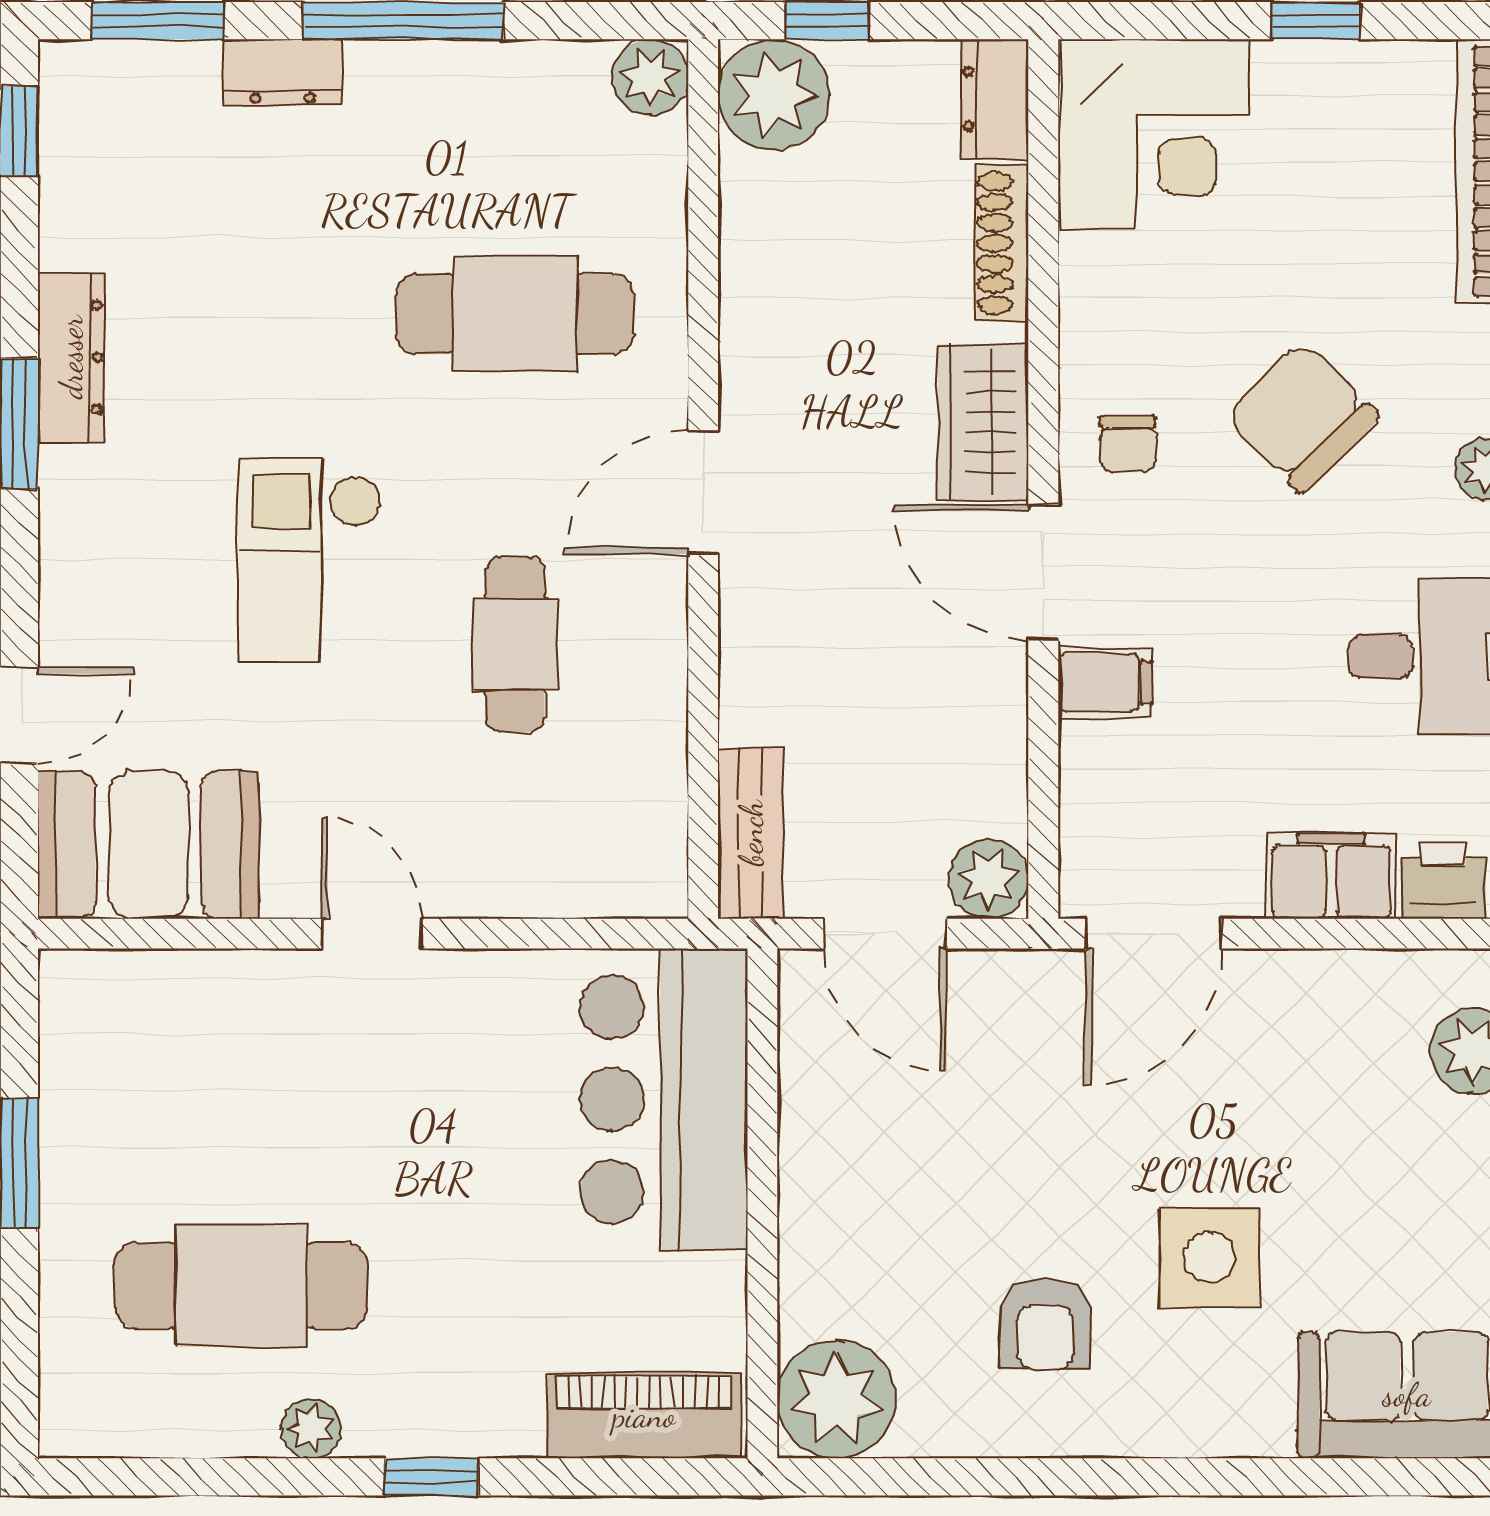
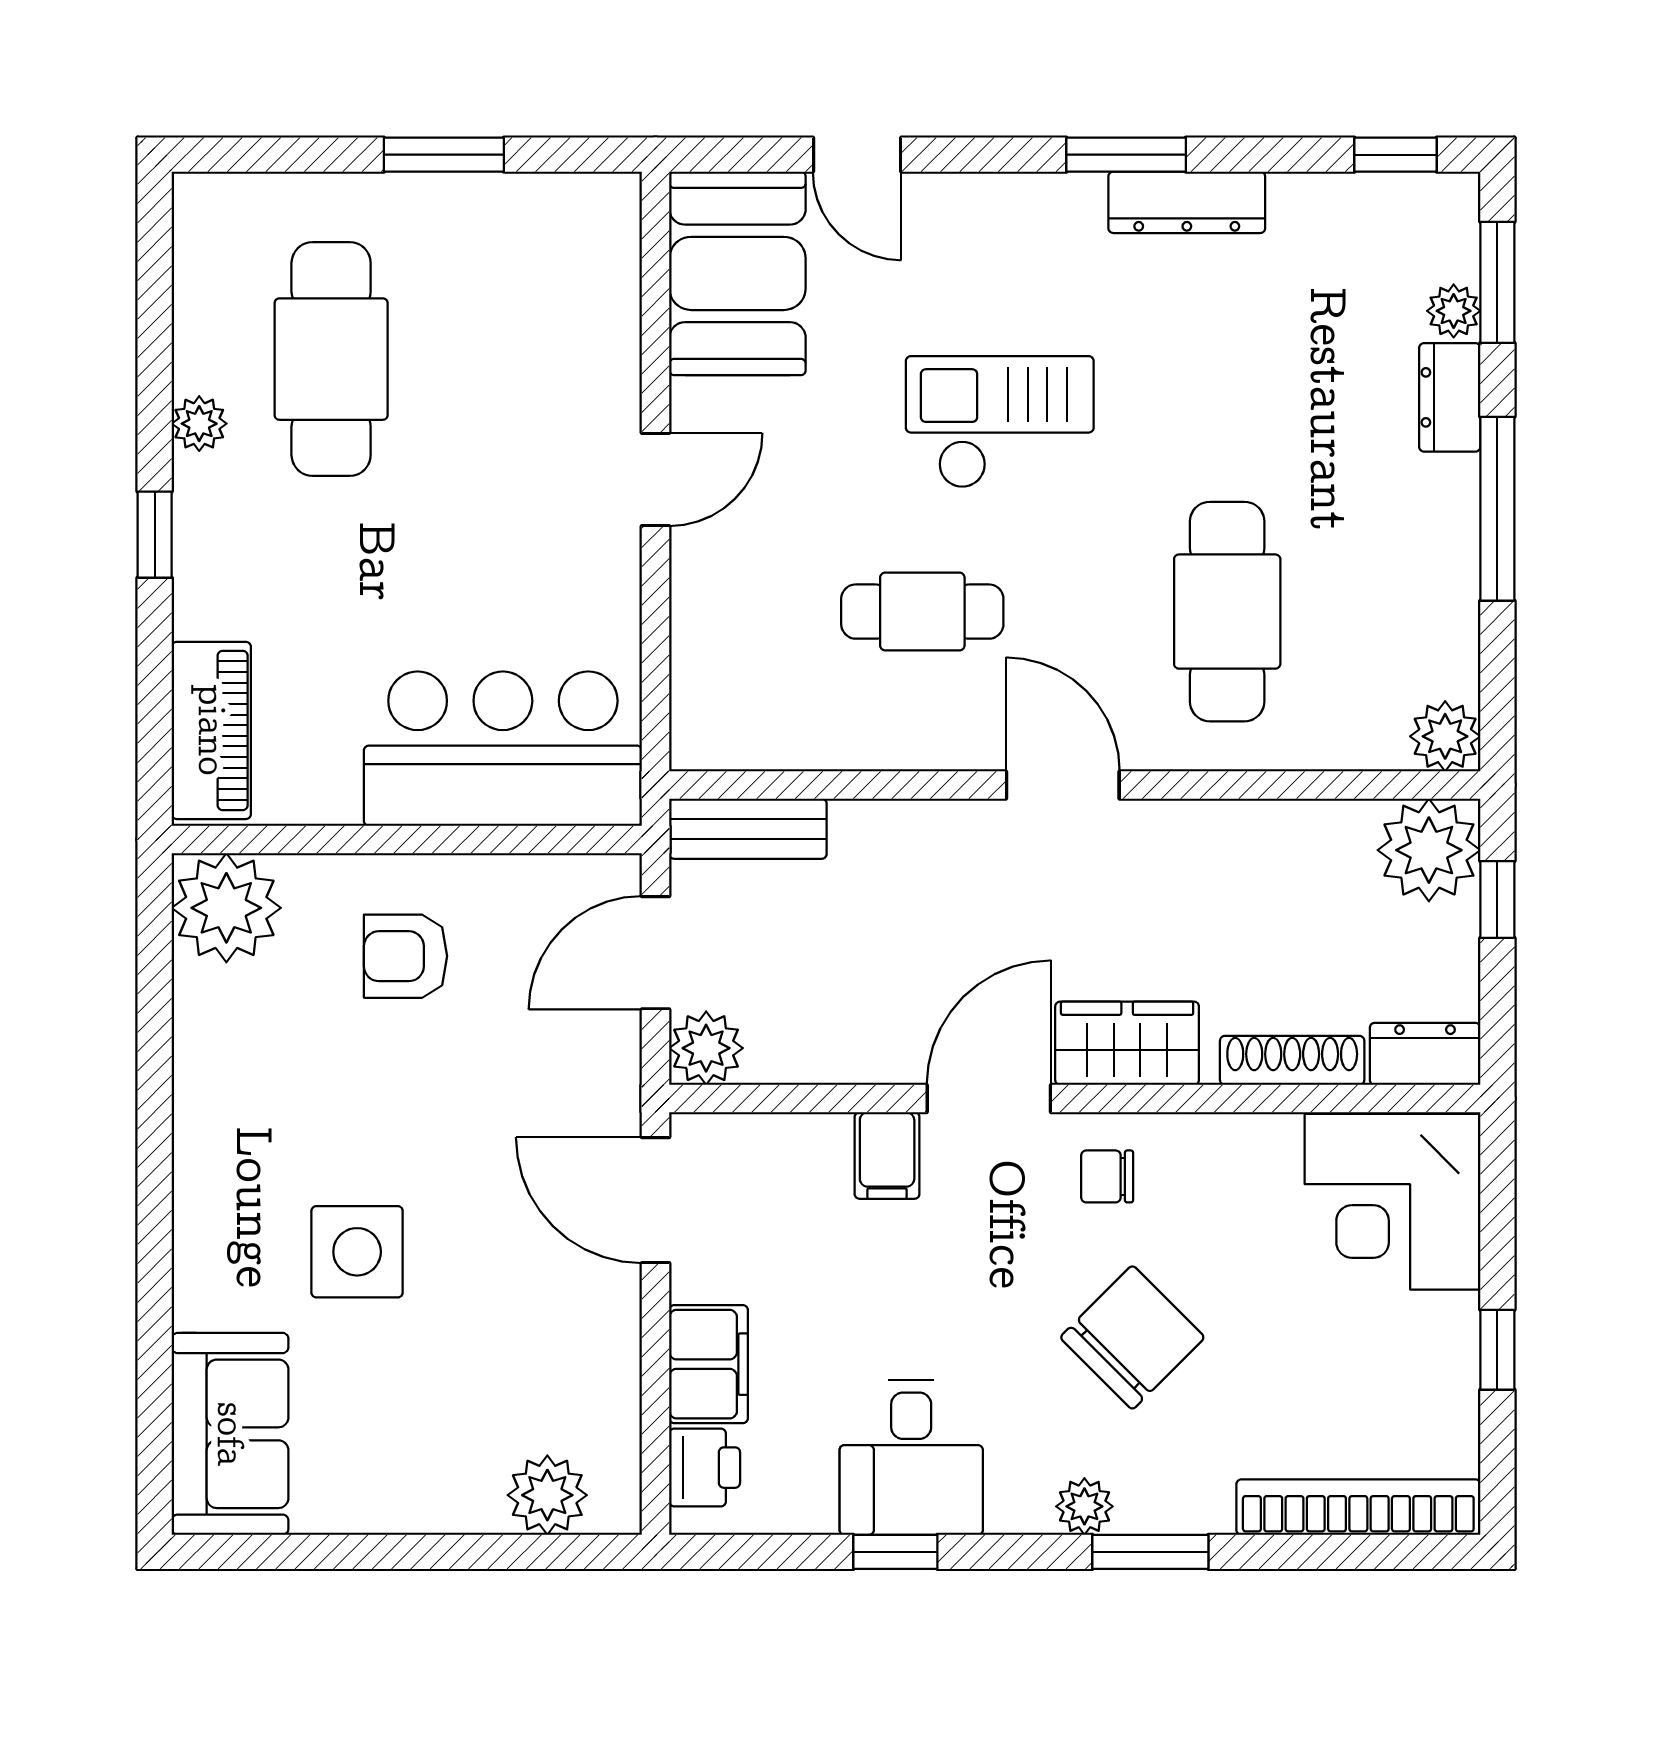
plant: (189, 68) -> (1454, 311), added
armchair: (1045, 1324) -> (405, 956), moved

